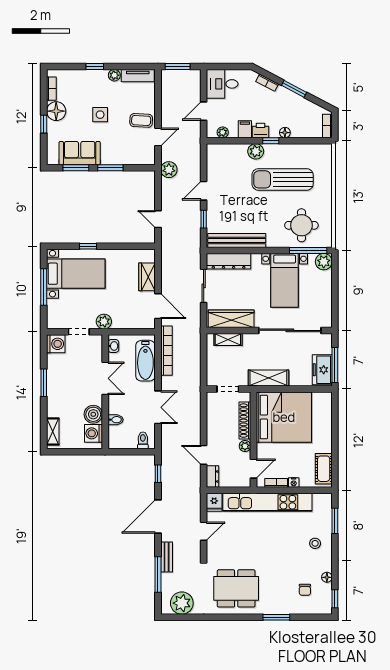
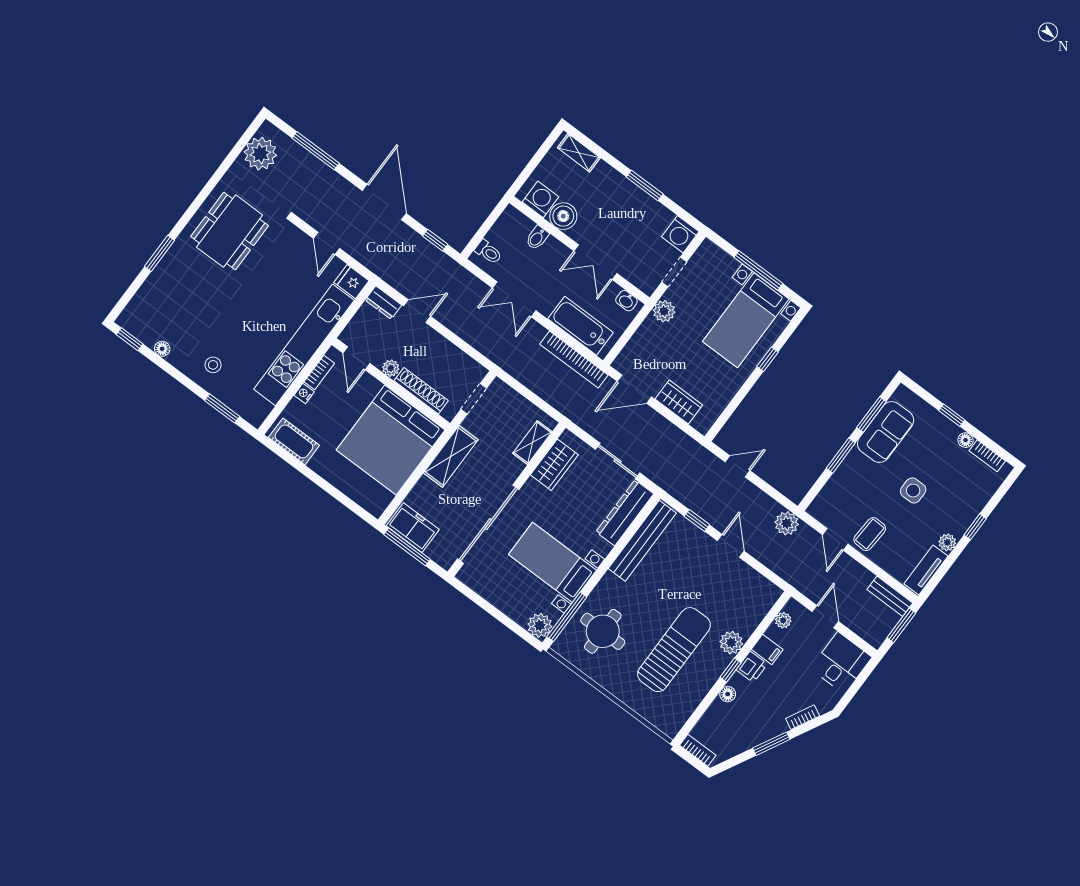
floor lamp: (56, 111) -> (966, 440), width x0.53, depth x0.53
wardrobe: (231, 319) -> (554, 465), width x0.67
bench: (167, 557) -> (890, 596), moved
chair: (305, 590) -> (167, 312), removed

